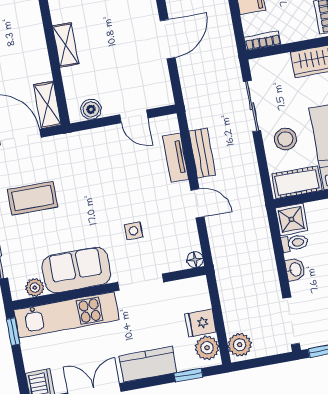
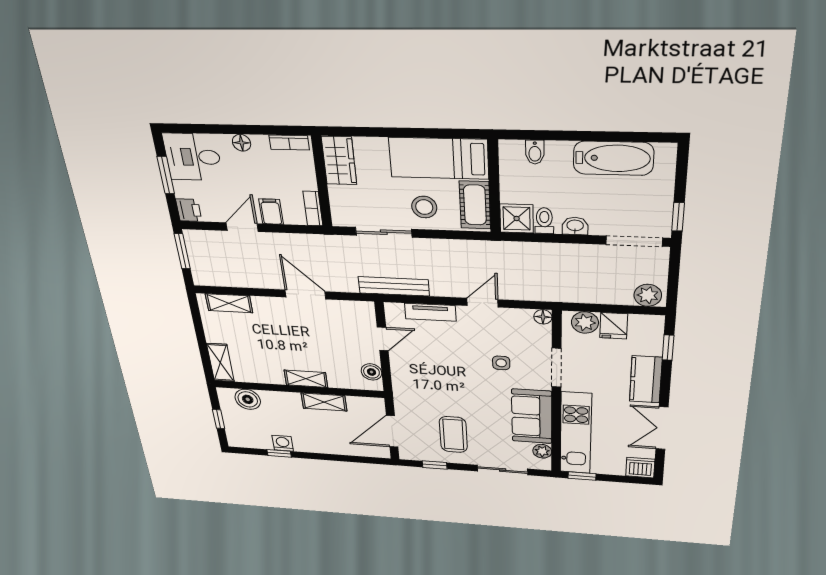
shelving: (47, 105) -> (324, 402), moved
bench: (202, 153) -> (394, 286), moved, width x1.36
plant: (207, 348) -> (585, 323), moved

